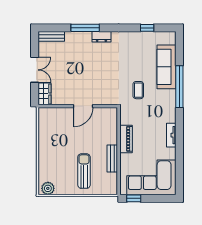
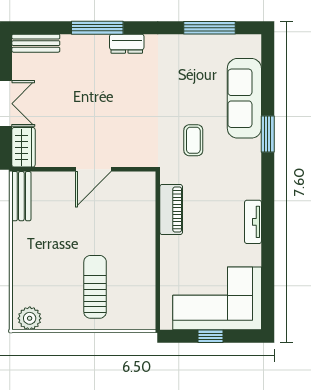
window: (147, 28) -> (209, 28), width x2.17
window: (179, 87) -> (268, 134), width x0.47
piano: (126, 139) -> (171, 209), moved
bench: (112, 158) -> (21, 196), moved
window: (134, 198) -> (211, 336), moved

